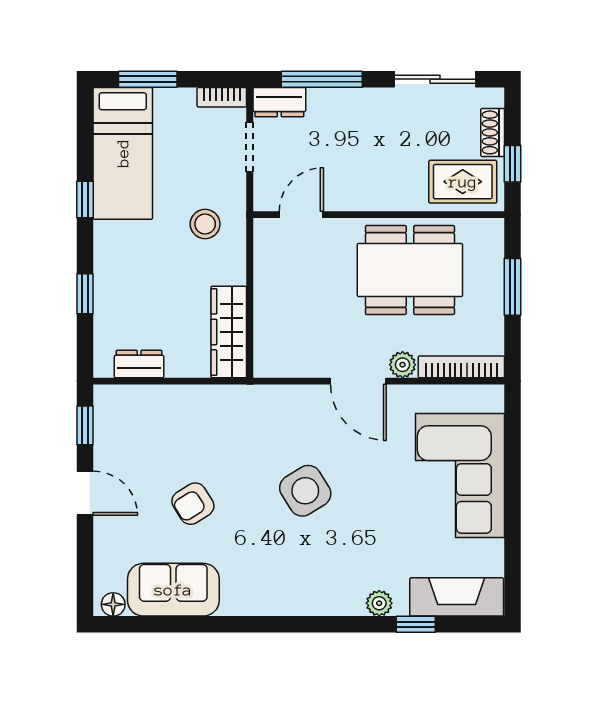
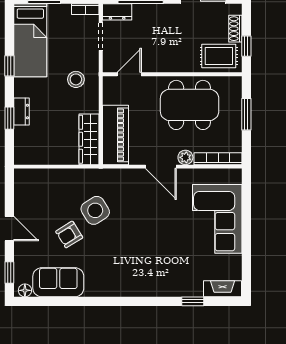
piano: (276, 324) -> (115, 135), added
dresser: (139, 364) -> (21, 112), moved, turned 90
window: (85, 425) -> (9, 273), moved
side table: (305, 491) -> (95, 210), moved
fireplace: (457, 597) -> (222, 289), width x0.73, depth x0.76
plant: (379, 603) -> (172, 290), removed

